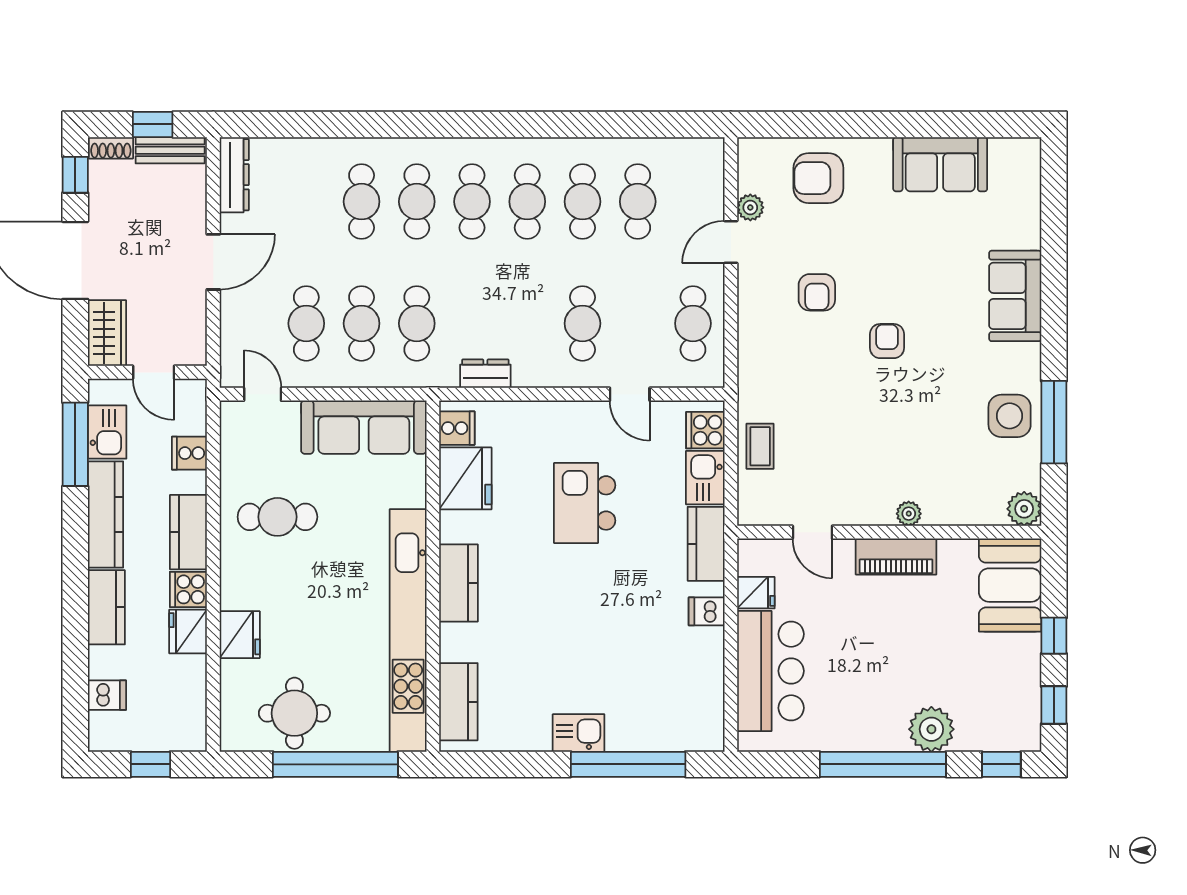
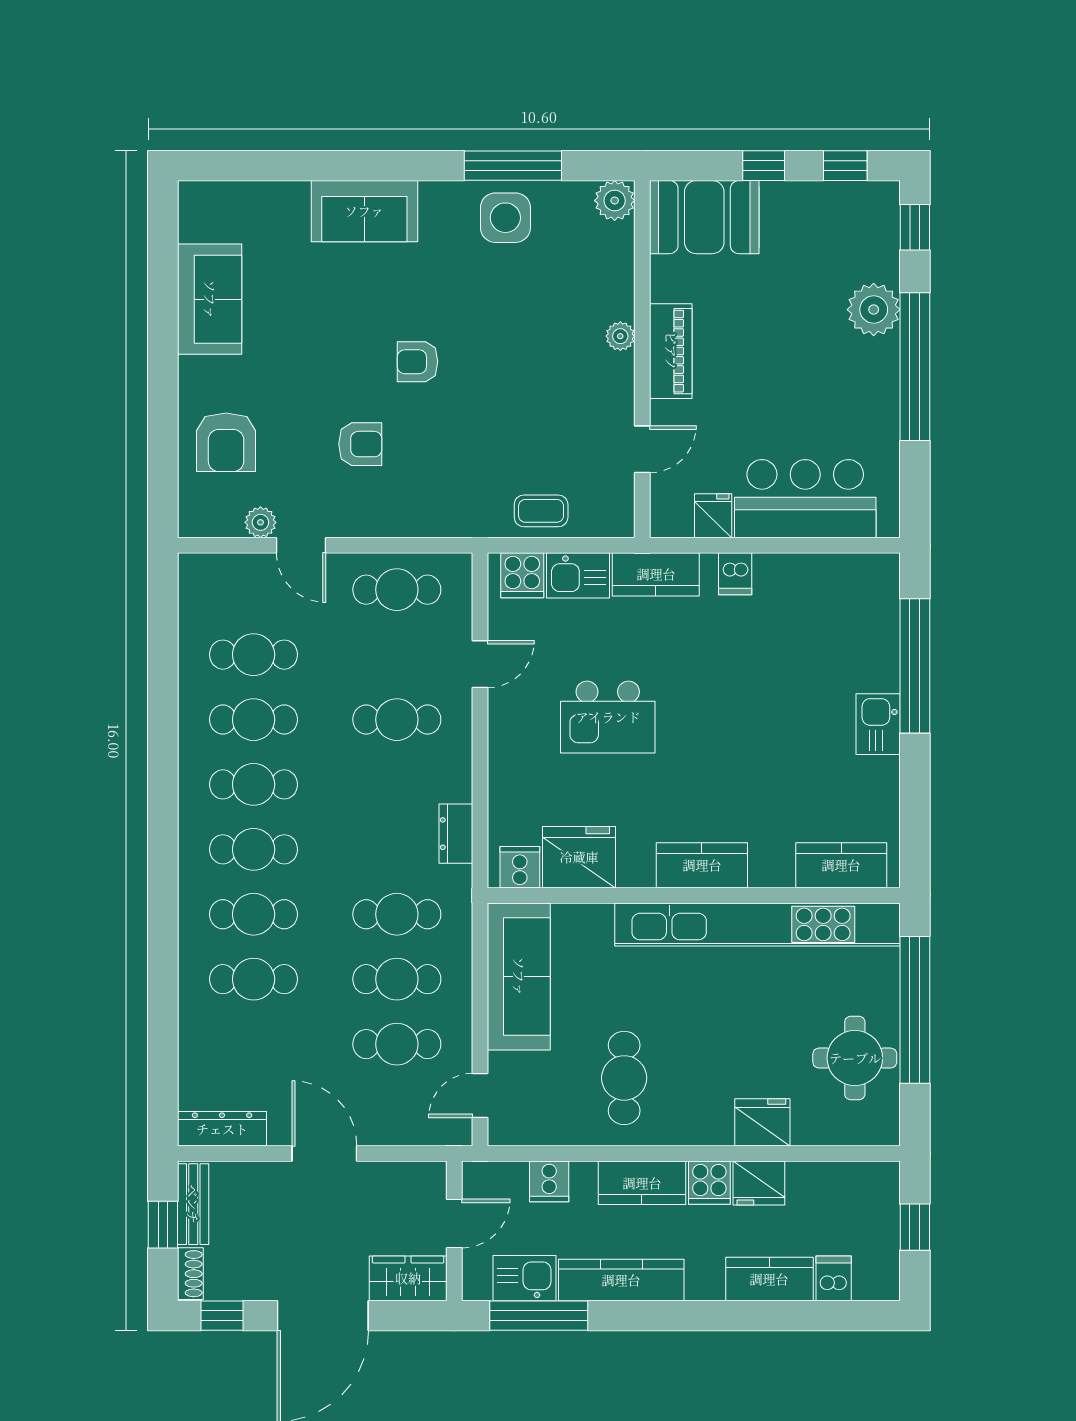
kitchen counter: (106, 607) -> (769, 1279), moved

